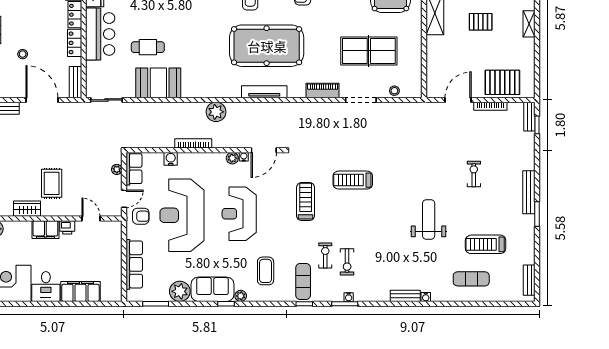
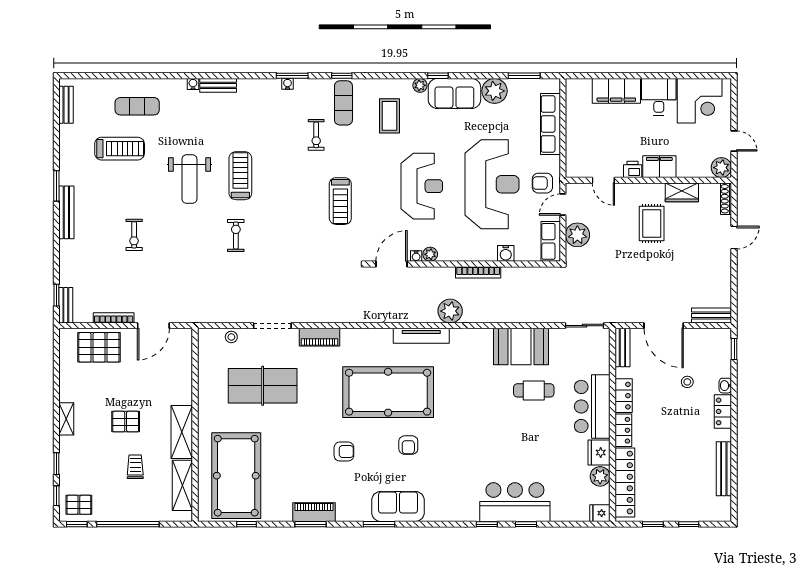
tv unit: (264, 92) -> (421, 336), moved
plant: (117, 169) -> (577, 235), width x1.88, depth x1.88
treadmill: (353, 180) -> (240, 176), moved, turned -90
exercise bike: (347, 262) -> (236, 236), moved

